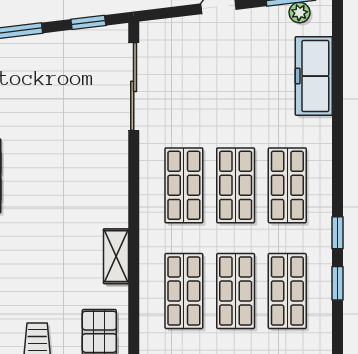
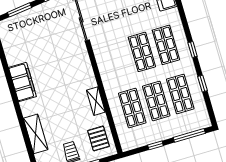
shop shelf: (184, 185) -> (118, 59), removed
window: (338, 233) -> (193, 49), moved

